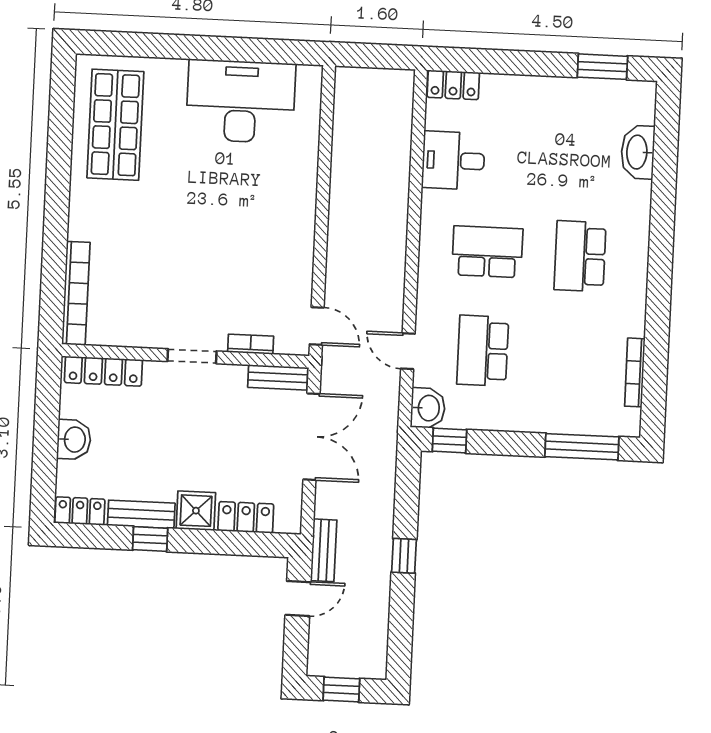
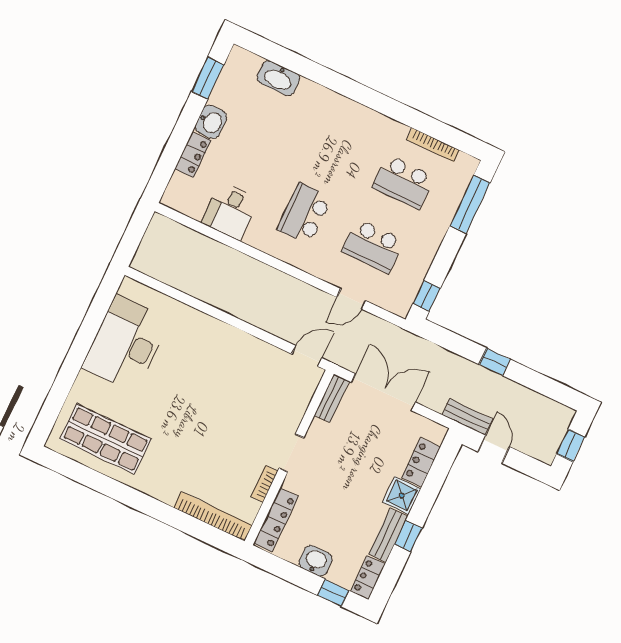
locker: (453, 85) -> (193, 155), moved
school desk: (580, 256) -> (403, 182), moved
bookcase: (251, 344) -> (264, 484), moved
washbasin: (428, 408) -> (211, 122), moved, turned 90
window: (44, 477) -> (333, 593), added

